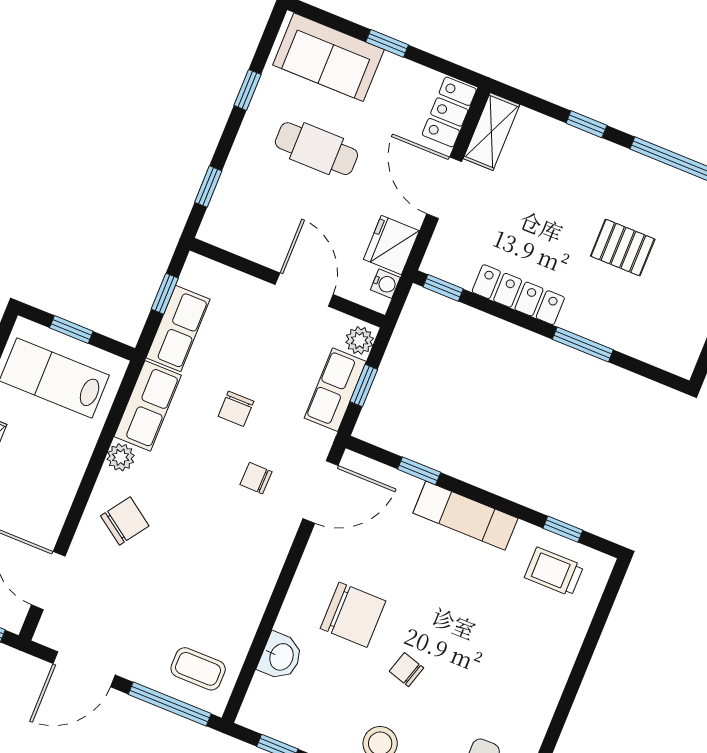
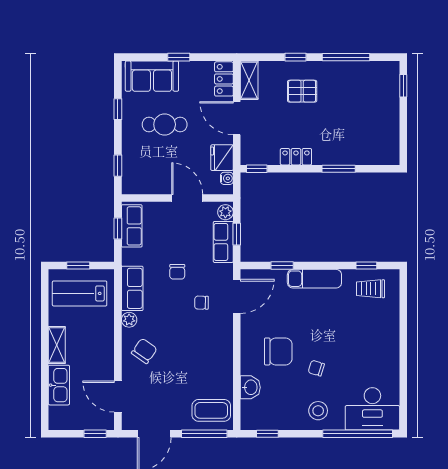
pallet: (623, 248) -> (302, 91), moved
locker: (518, 295) -> (296, 157), width x0.66
row of seats: (178, 329) -> (132, 226), moved
coffee table: (198, 669) -> (211, 410), width x1.36, depth x1.30

